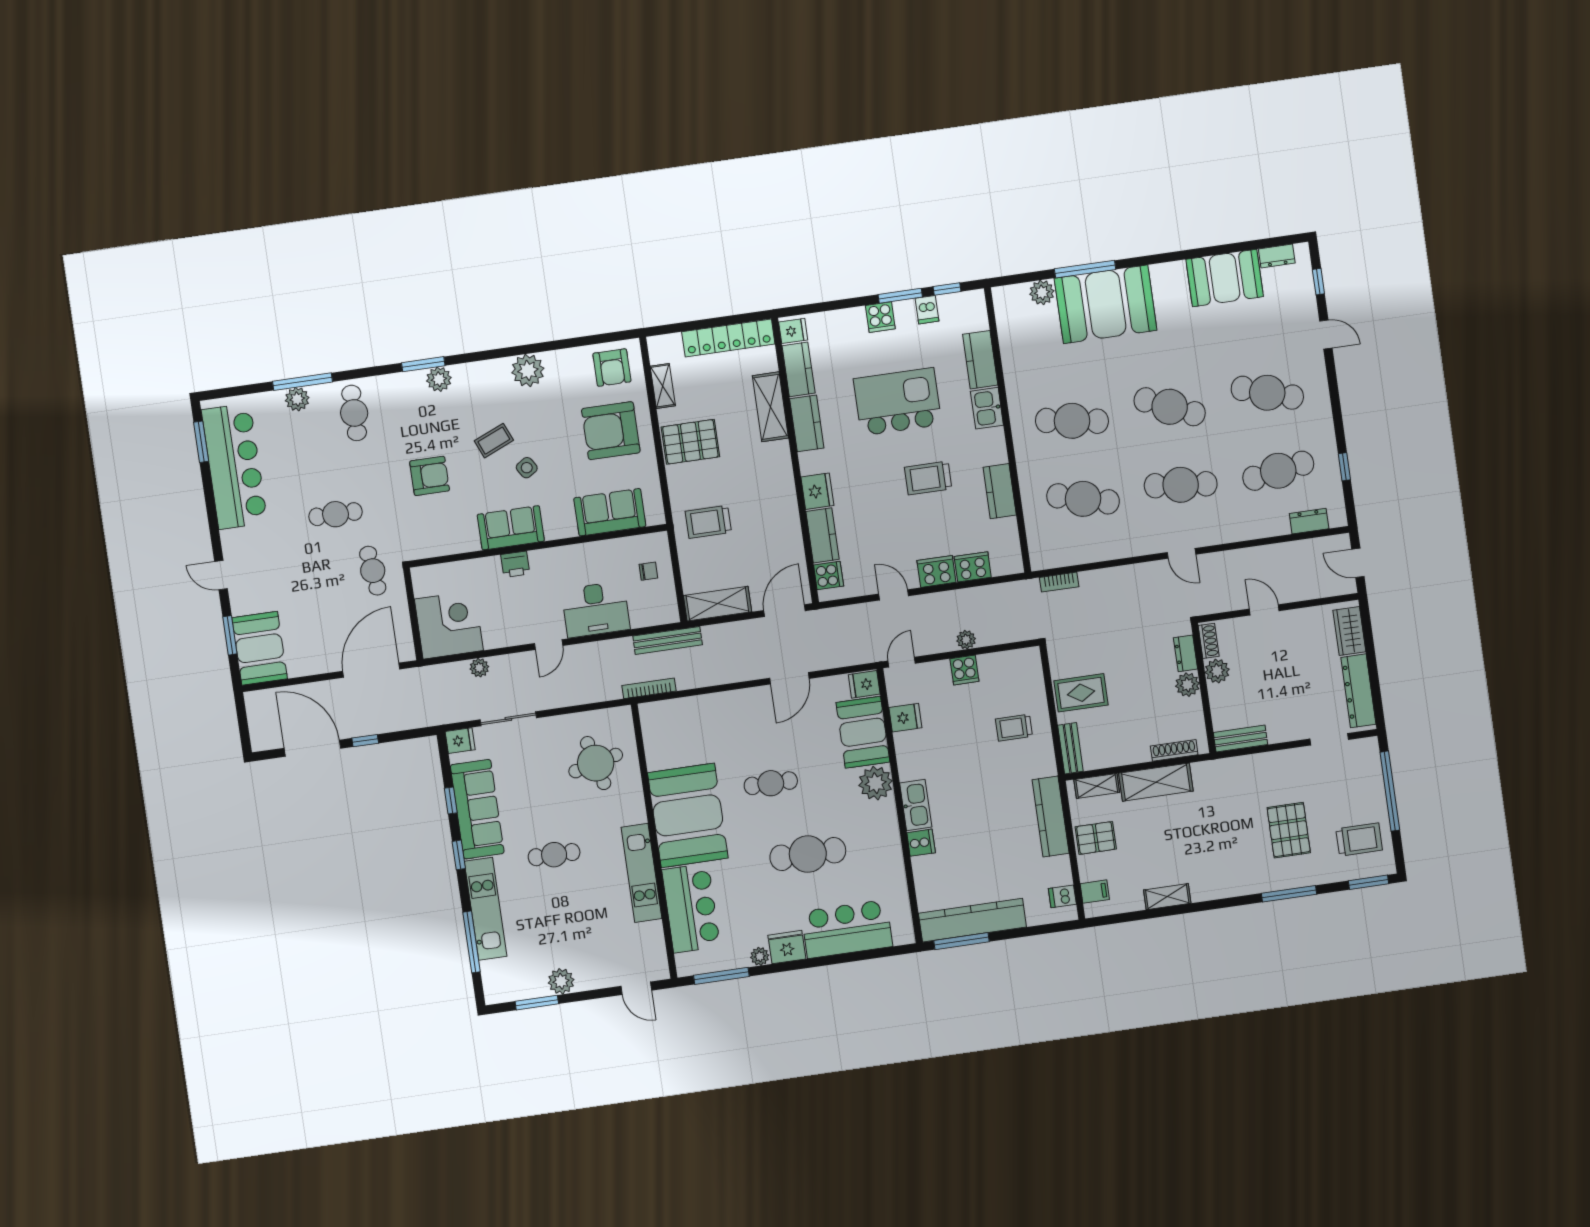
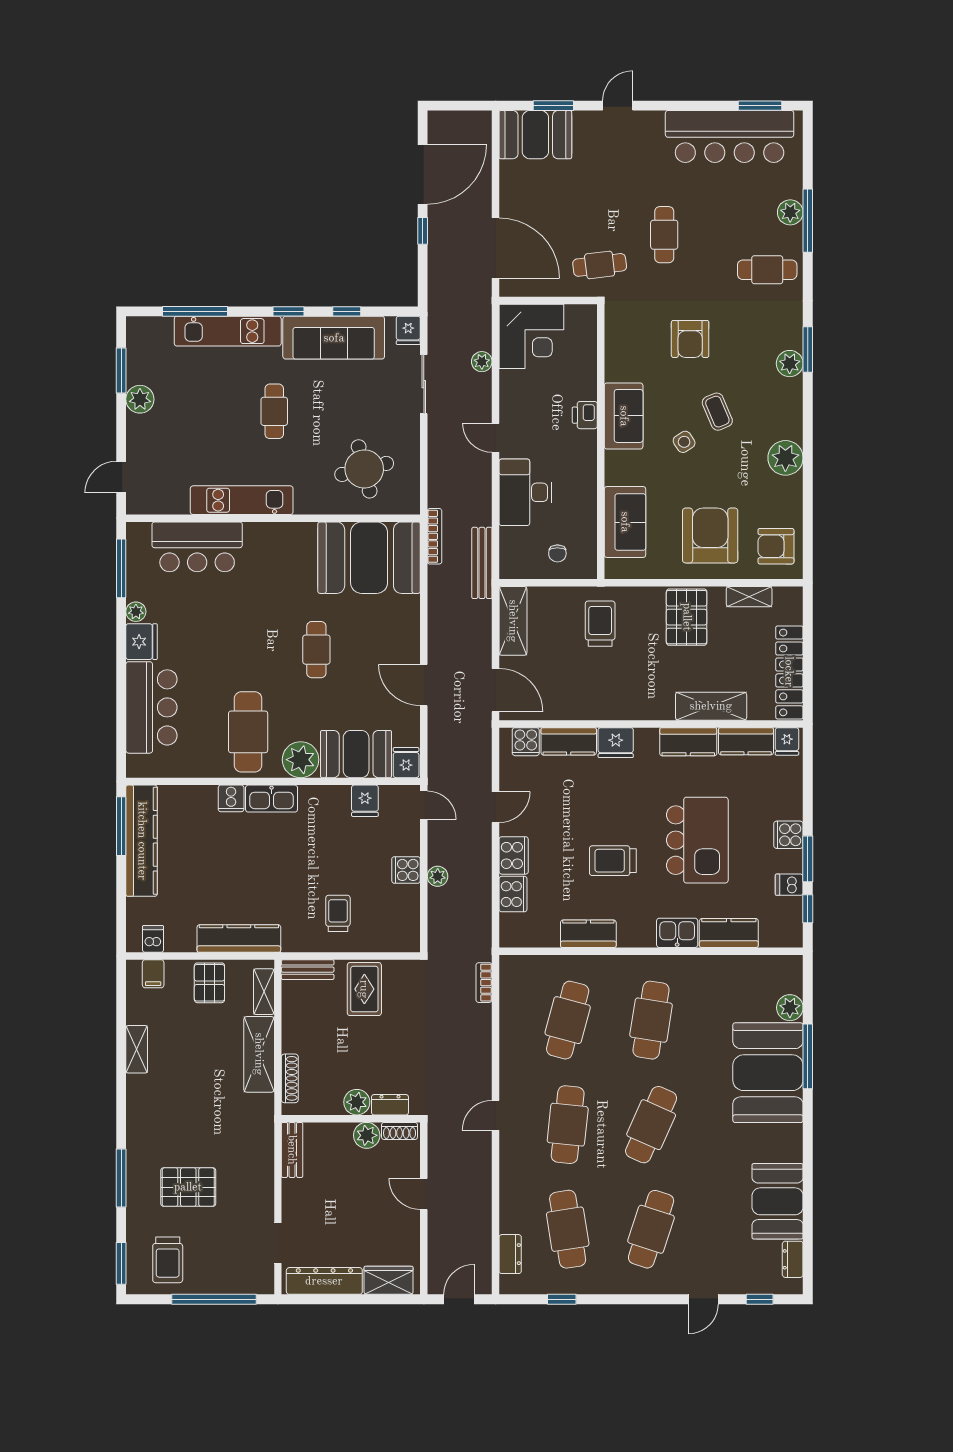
trolley: (928, 478) -> (613, 861), turned -90
door: (1264, 610) -> (424, 1194), swing flipped
booth: (688, 815) -> (369, 558), moved
cafe table: (808, 854) -> (248, 732), moved

